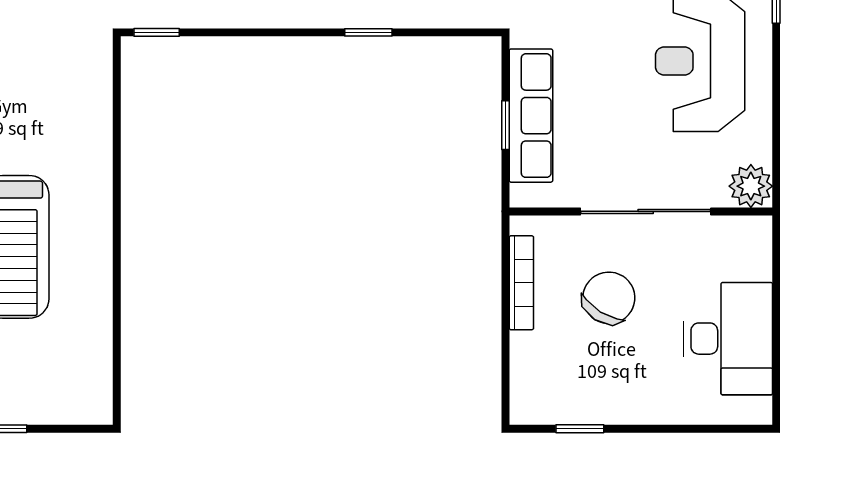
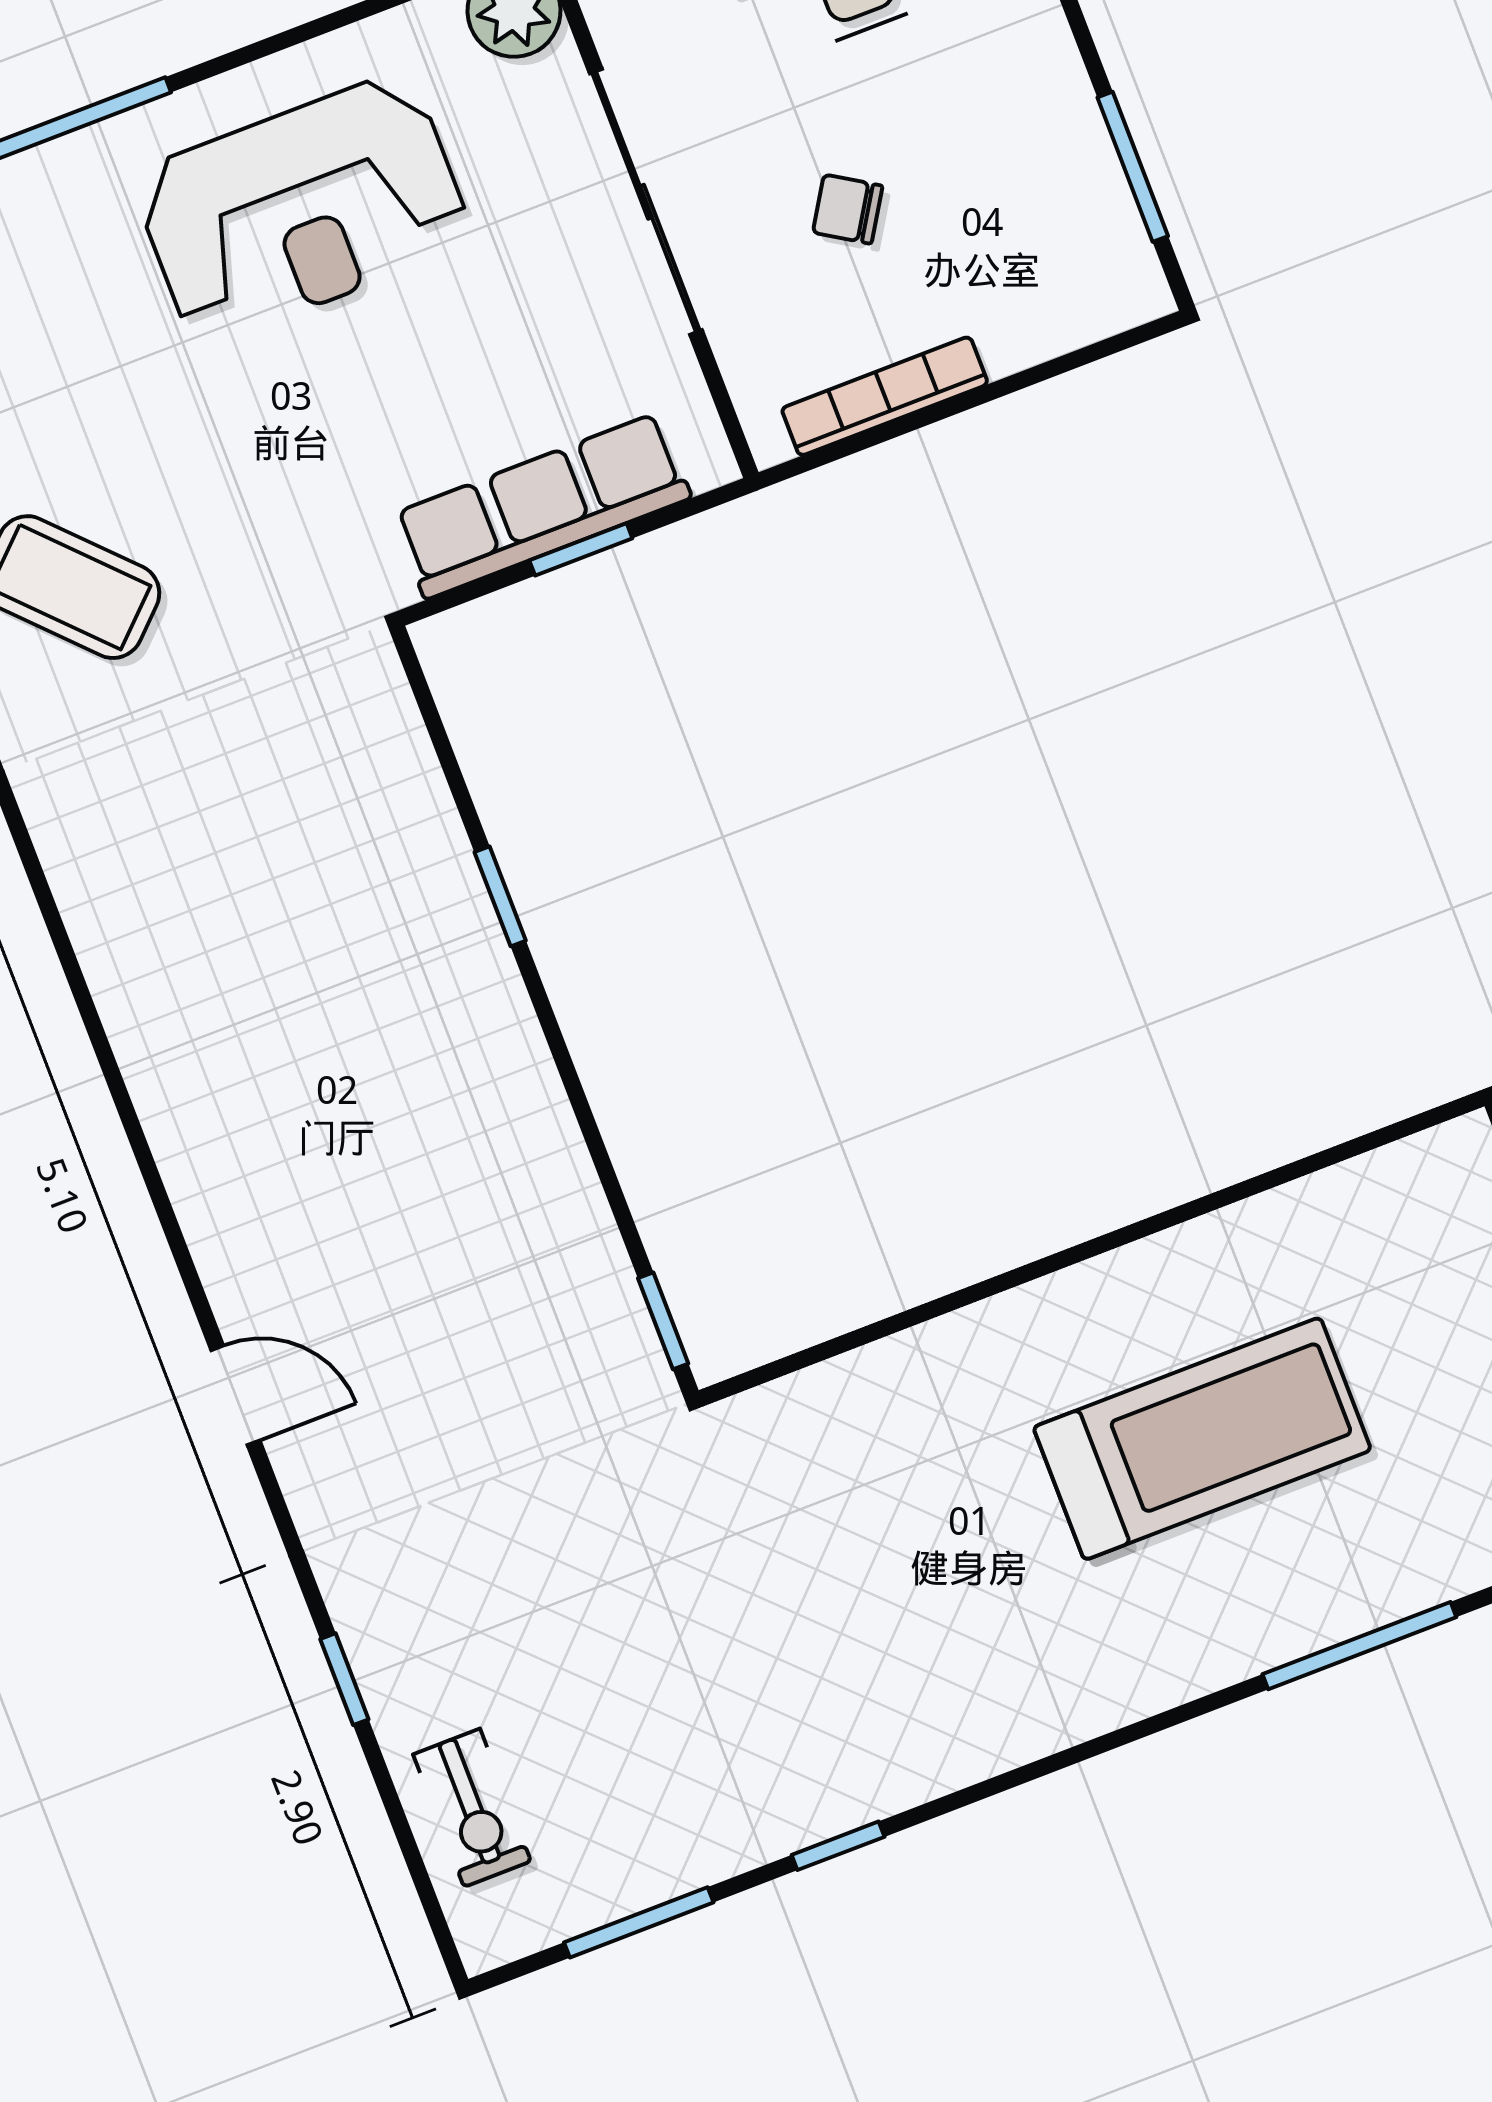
chair: (609, 298) -> (848, 209), width x0.54, depth x0.54
window: (580, 429) -> (1133, 167), width x1.50

